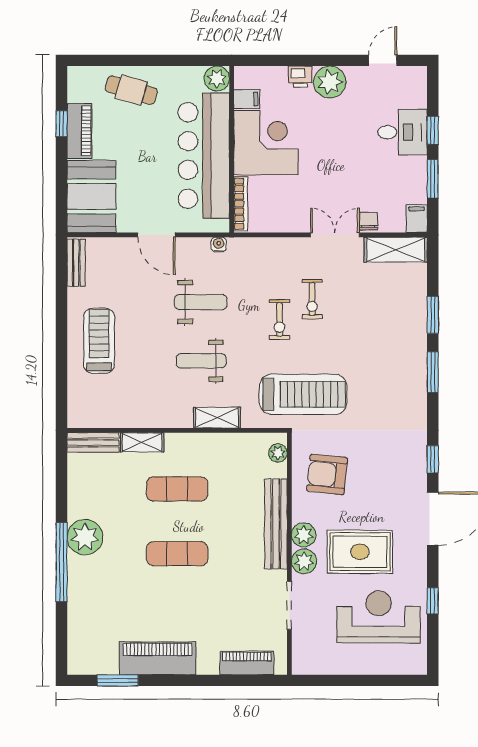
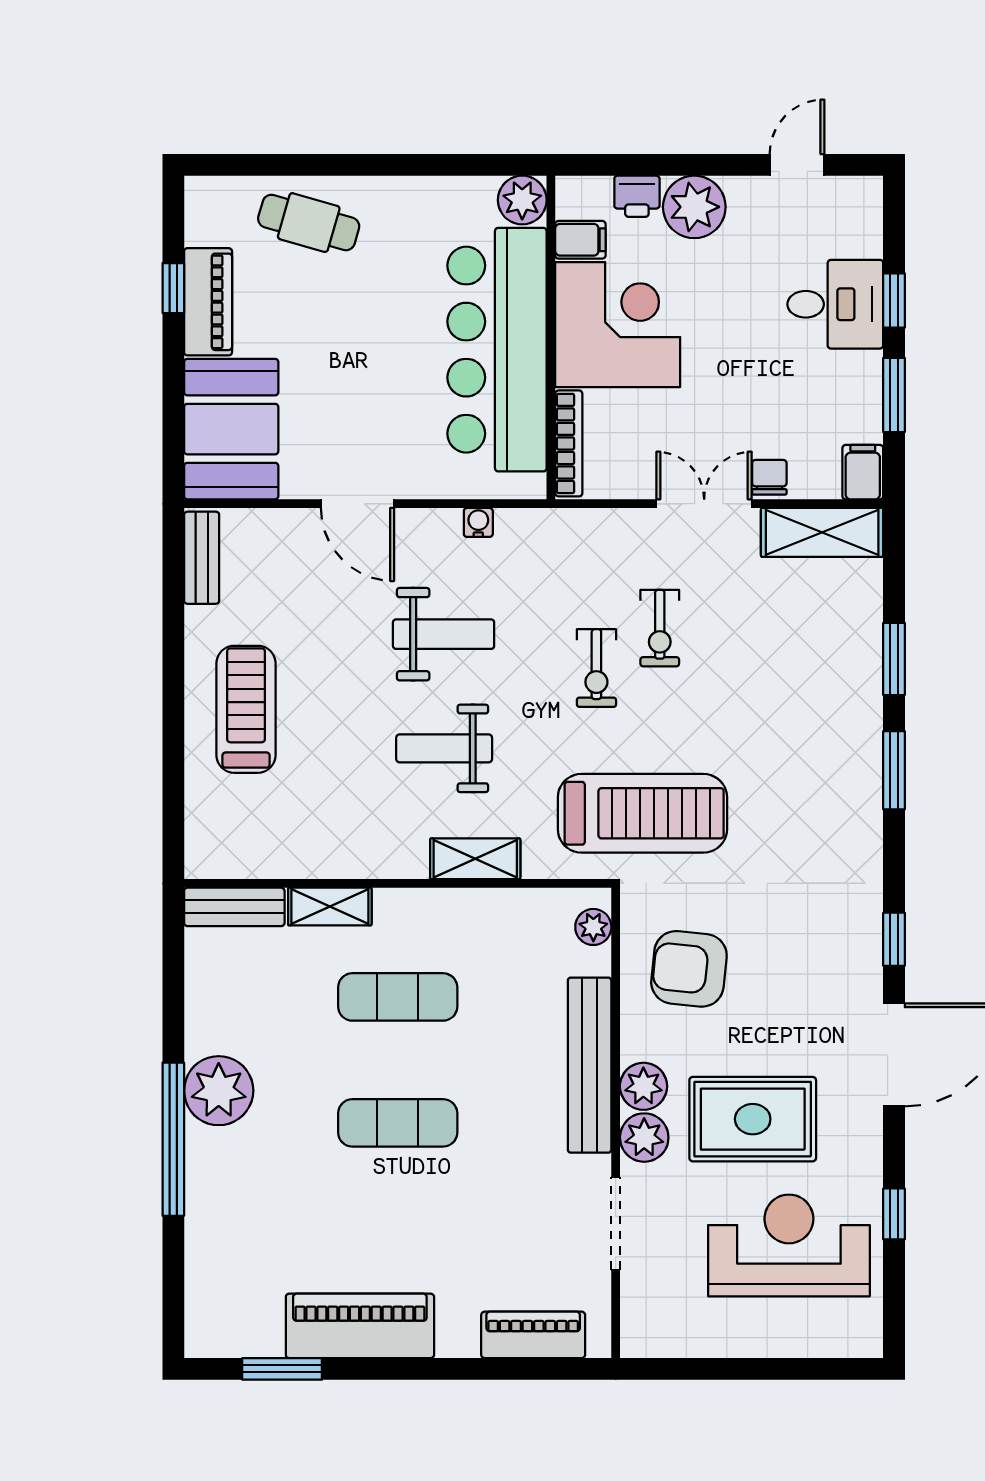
plant: (217, 78) -> (522, 200), moved
filing cabinet: (247, 99) -> (580, 240), moved
corner desk: (266, 143) -> (618, 325), moved
wall: (232, 149) -> (551, 337), moved
bar counter: (204, 156) -> (497, 350), moved
bookcase: (241, 204) -> (569, 443), moved

